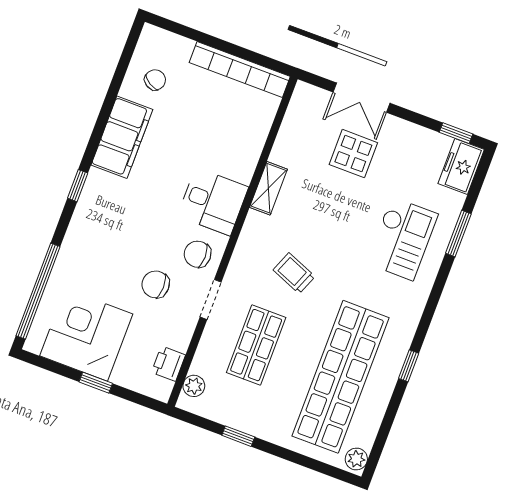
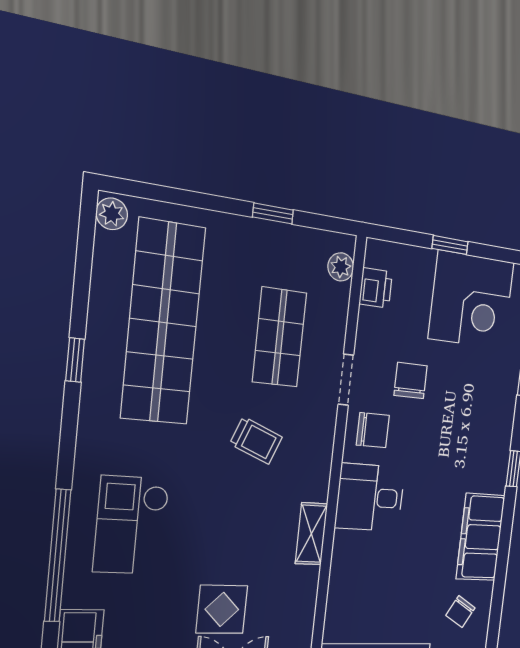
window: (458, 233) -> (58, 556), width x2.11
chair: (156, 284) -> (411, 381), turned -90

